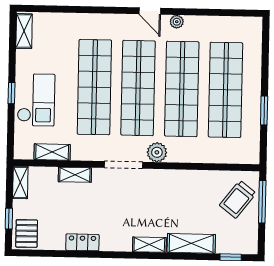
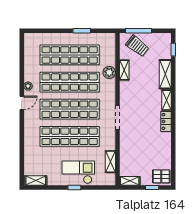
plant: (157, 152) -> (109, 72), moved
shelving: (75, 175) -> (124, 70), moved
locker: (82, 242) -> (166, 121), moved

